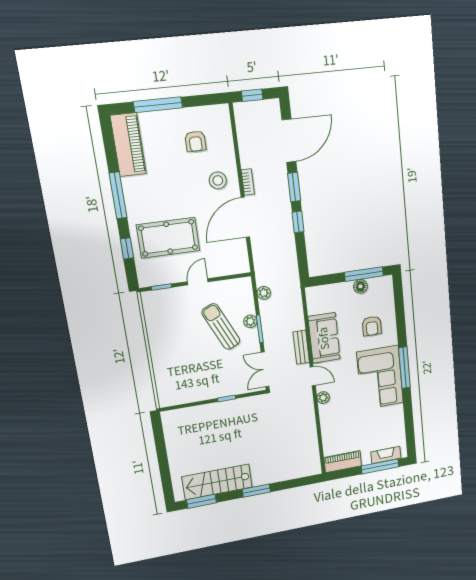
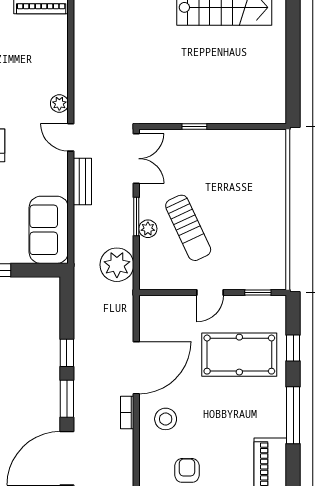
plant: (264, 293) -> (117, 265), width x1.88, depth x1.88
sofa: (324, 338) -> (49, 230), moved

